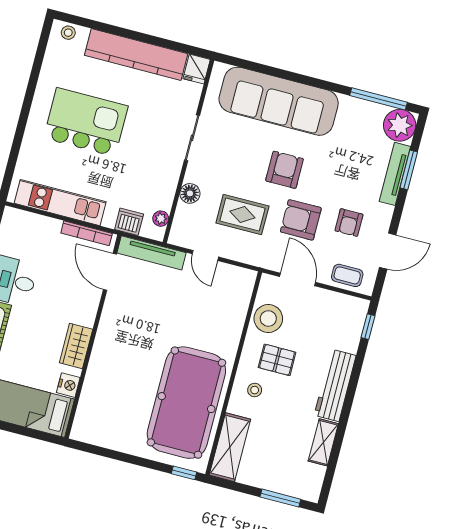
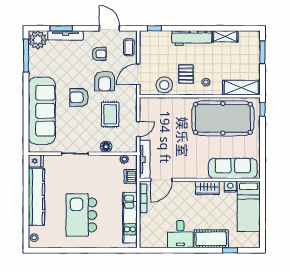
sofa: (98, 397) -> (233, 168), added

